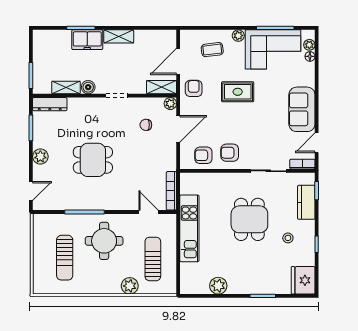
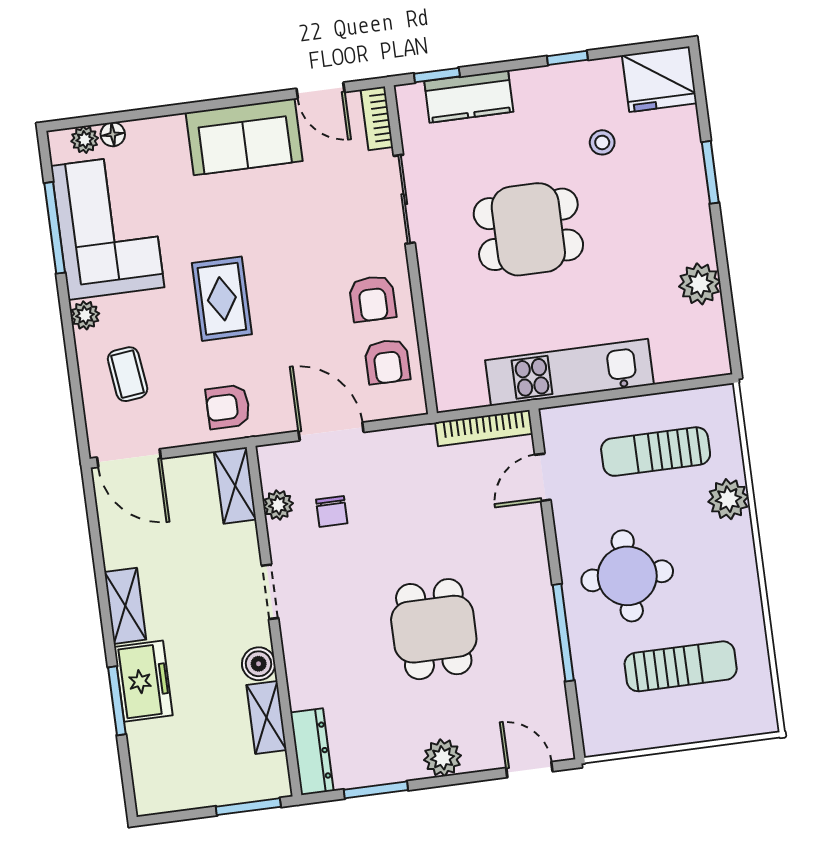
door: (178, 61) -> (129, 458), moved
plant: (170, 104) -> (278, 505), moved
stool: (288, 238) -> (602, 142), moved

